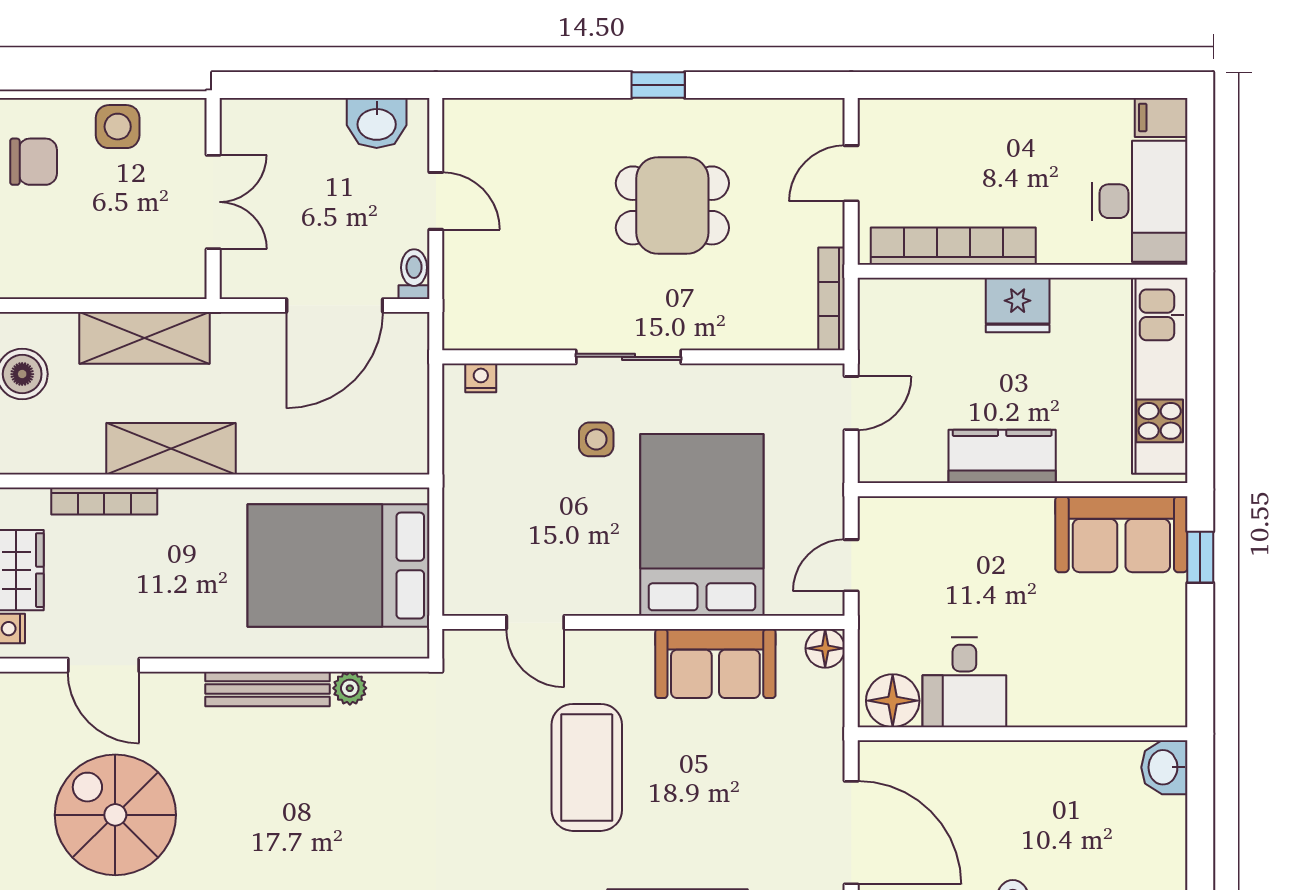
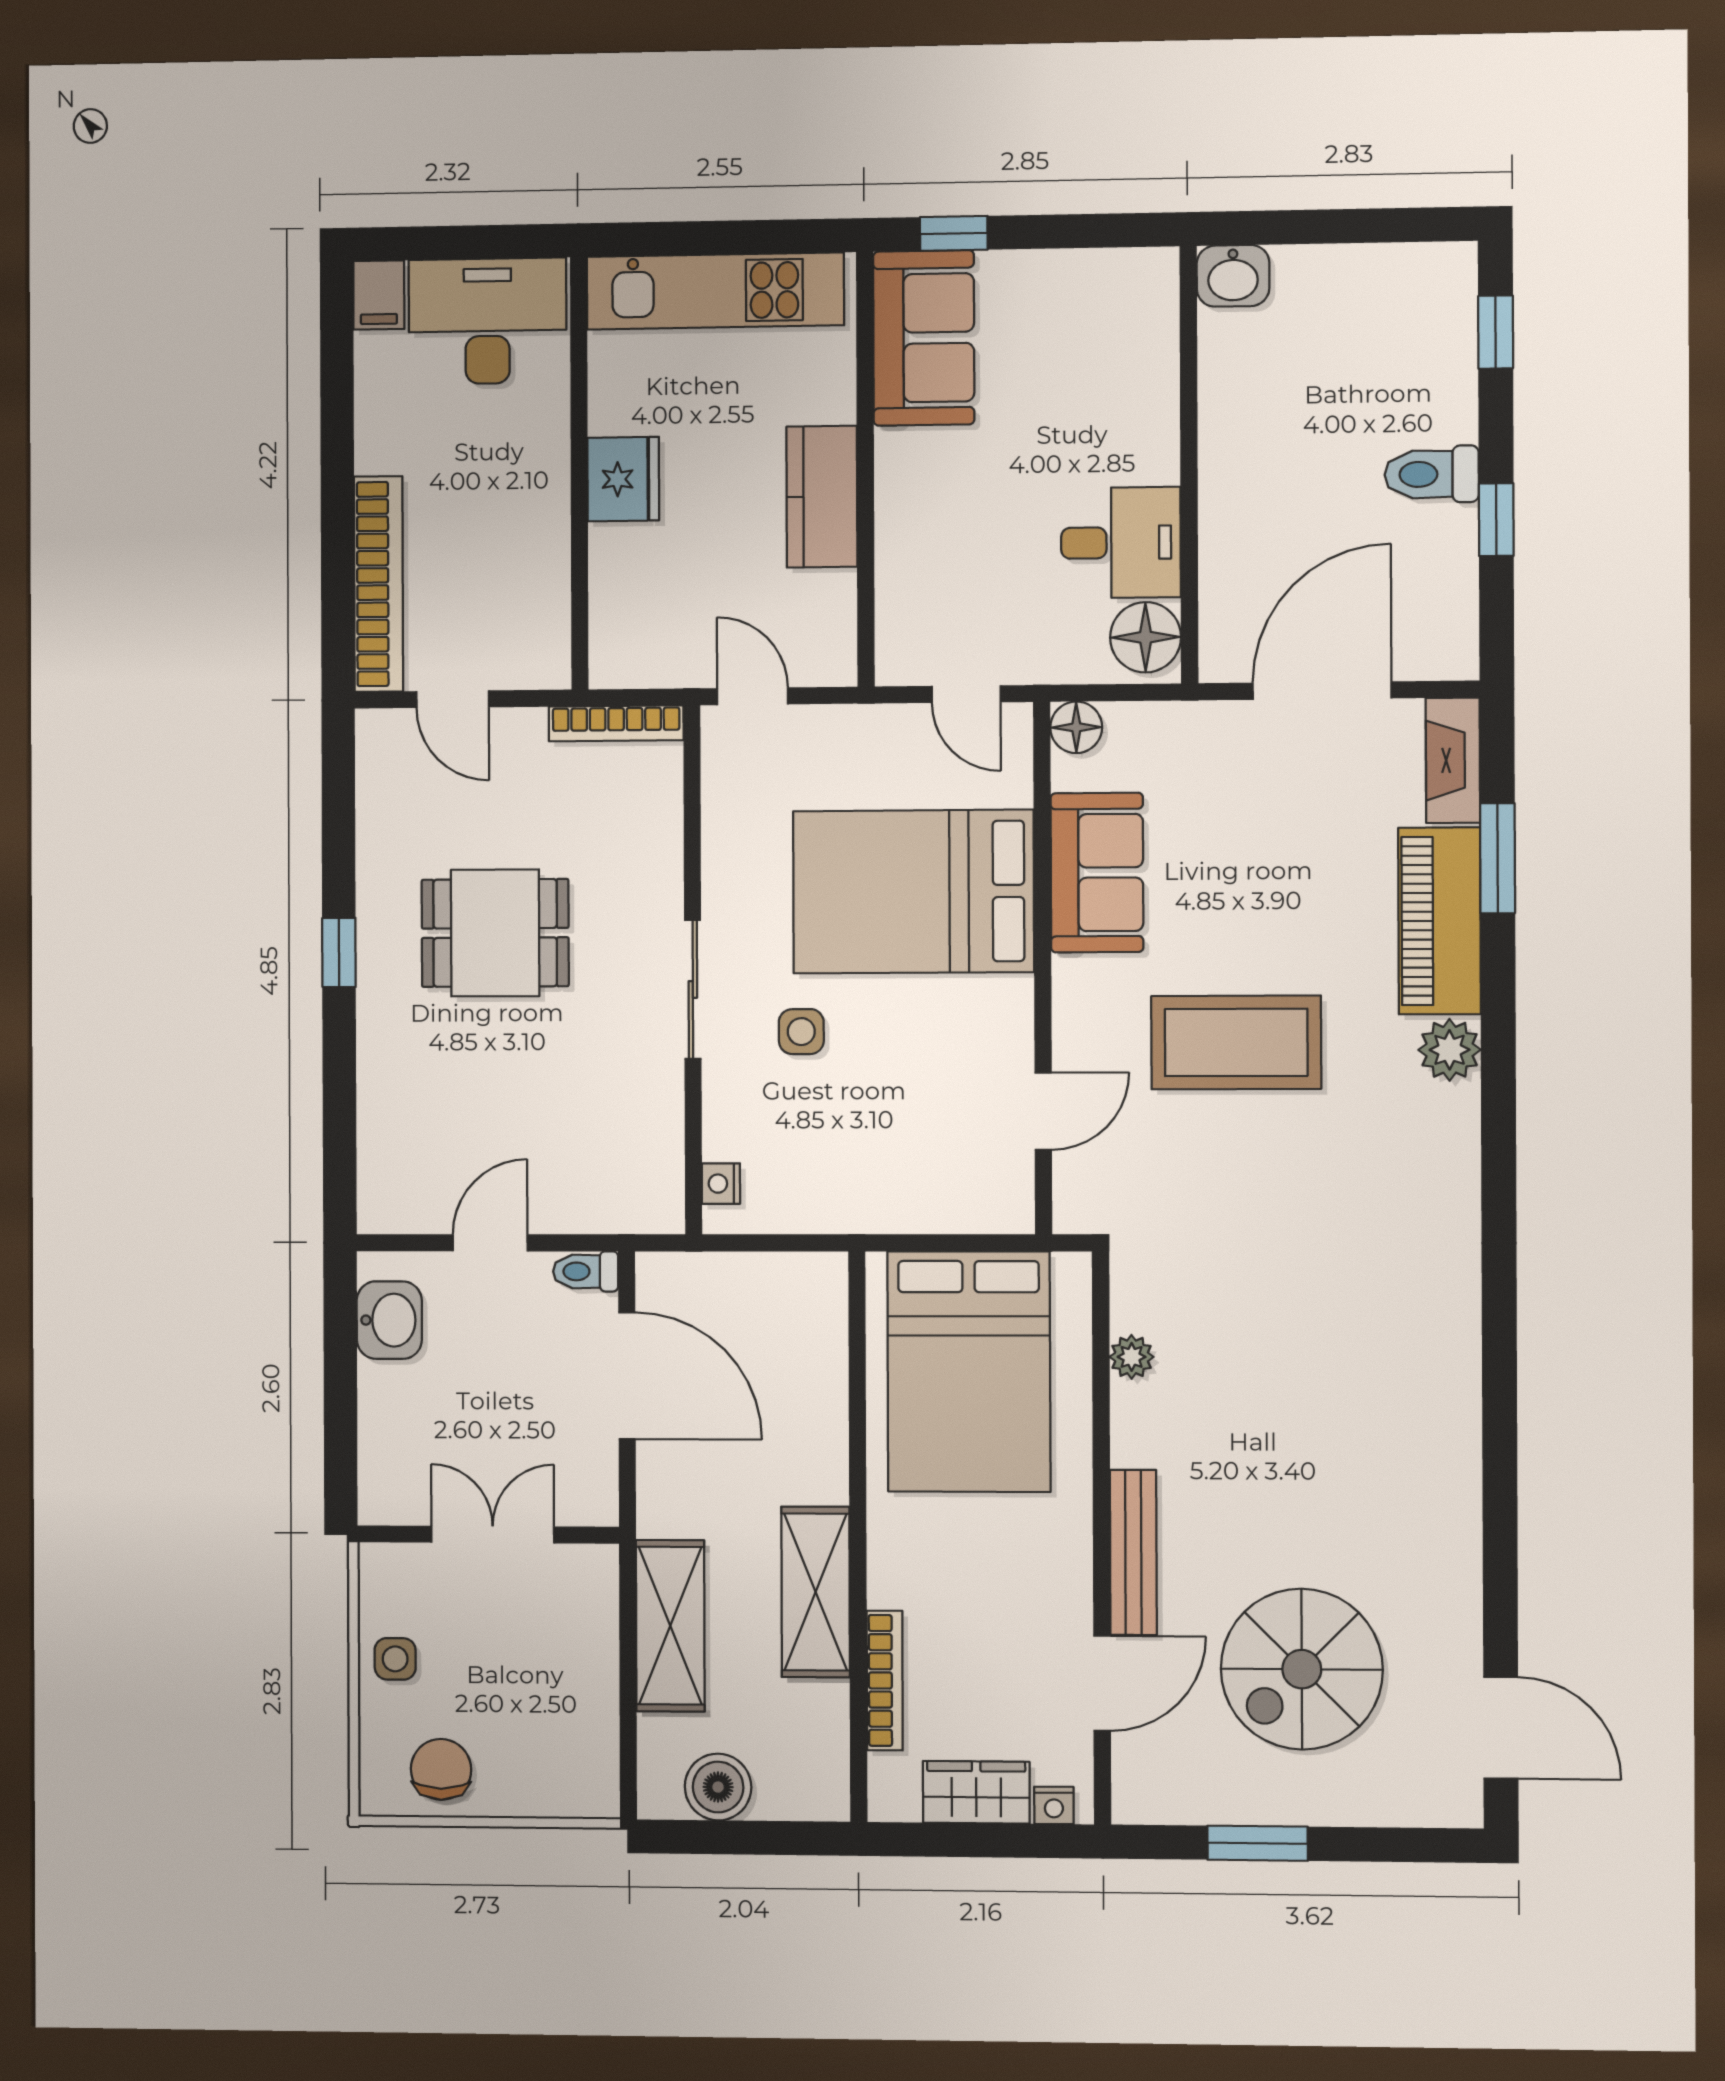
side table: (118, 127) -> (395, 1659), width x0.73, depth x0.73
dining table: (672, 205) -> (495, 933), turned 90
bookcase: (953, 246) -> (379, 584), moved, turned 180
bench: (268, 689) -> (1133, 1552), moved

